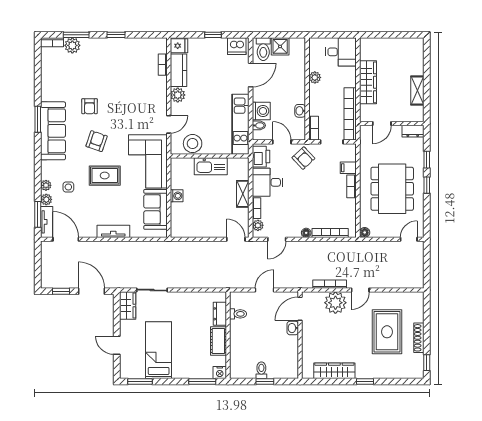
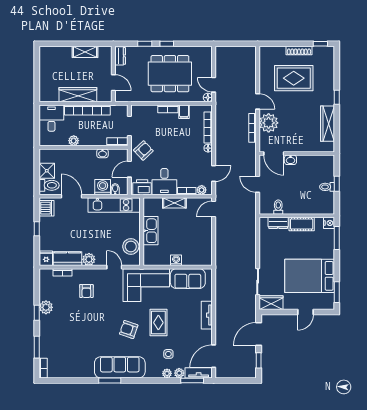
plant: (72, 45) -> (46, 307), moved
armchair: (90, 106) -> (86, 291), moved, turned 90
bookcase: (350, 114) -> (87, 110), moved
filing cabinet: (348, 168) -> (184, 112), moved
door: (277, 239) -> (214, 174), hinge flipped
door: (409, 239) -> (214, 85), moved
bed: (159, 350) -> (310, 276), width x1.50

